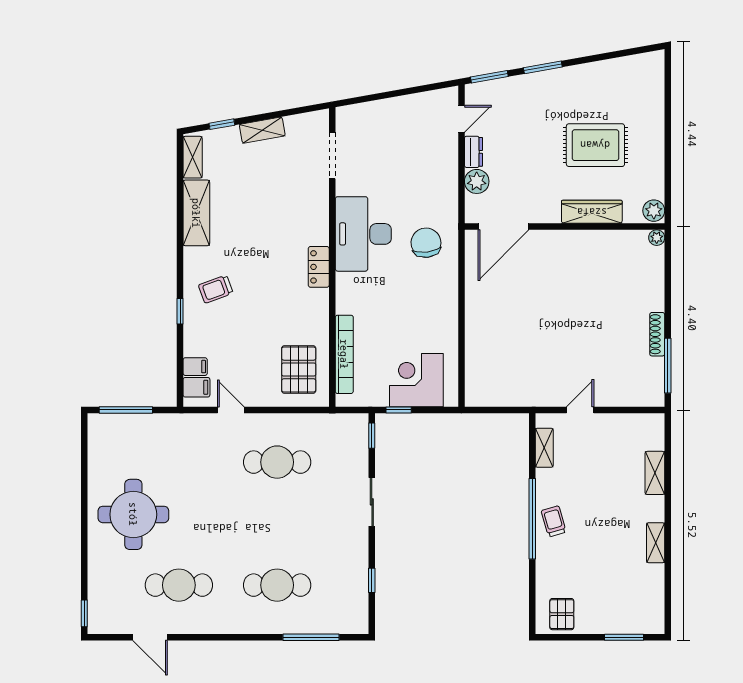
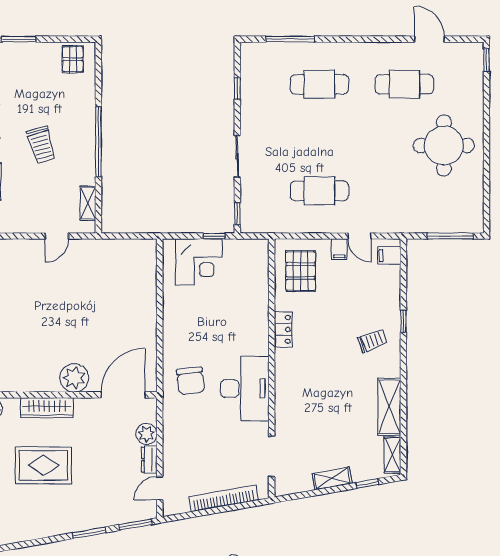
plant: (560, 246) -> (74, 378), added
locker: (319, 267) -> (283, 329), moved
bookcase: (344, 354) -> (224, 498), moved, turned 80
filing cabinet: (195, 367) -> (339, 249), moved, turned -90
trolley: (554, 521) -> (41, 145), moved, width x1.36, depth x1.39

